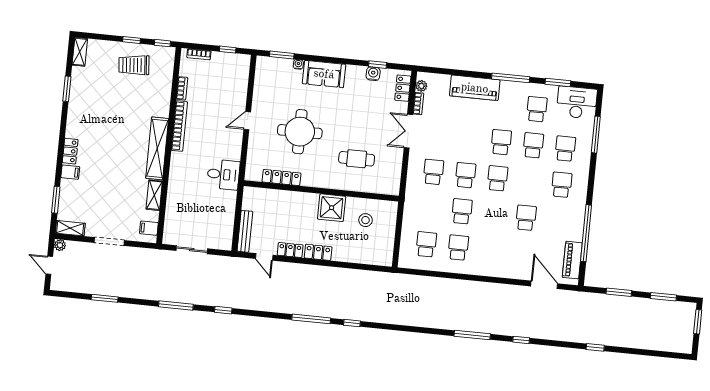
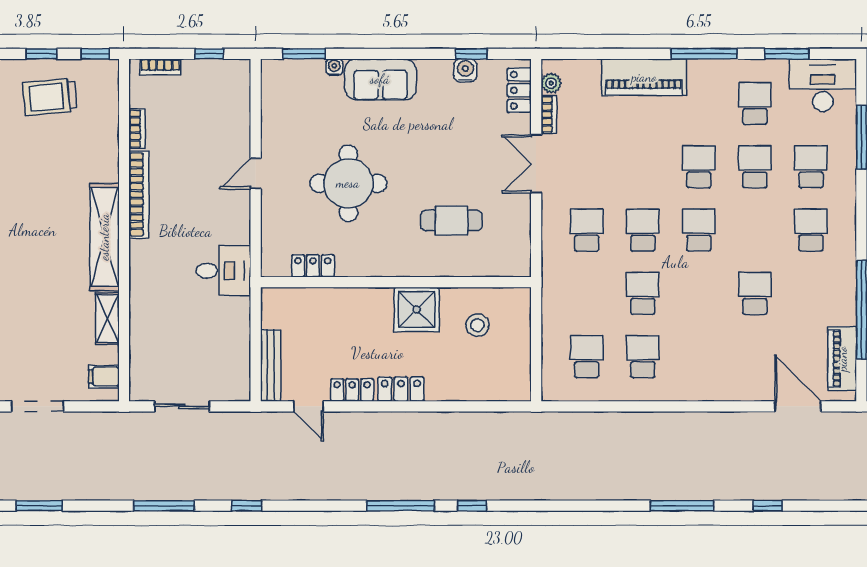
locker: (281, 178) -> (313, 266), width x0.66

